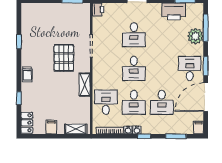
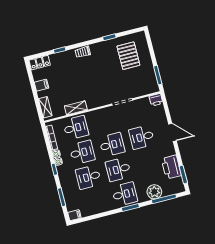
pallet: (64, 58) -> (128, 56), moved, turned 90
desk: (134, 68) -> (112, 145), turned 180
desk: (162, 68) -> (118, 169), added
shelving: (85, 85) -> (76, 108), moved
door: (206, 97) -> (103, 215), removed
desk: (134, 102) -> (82, 152), turned 180

